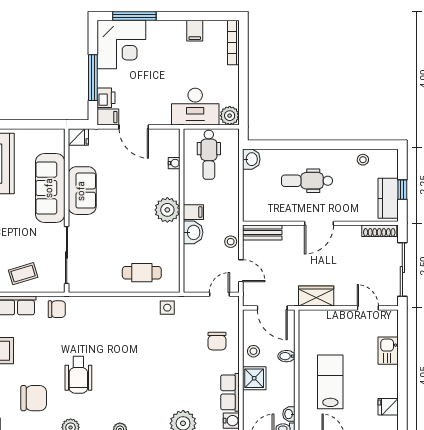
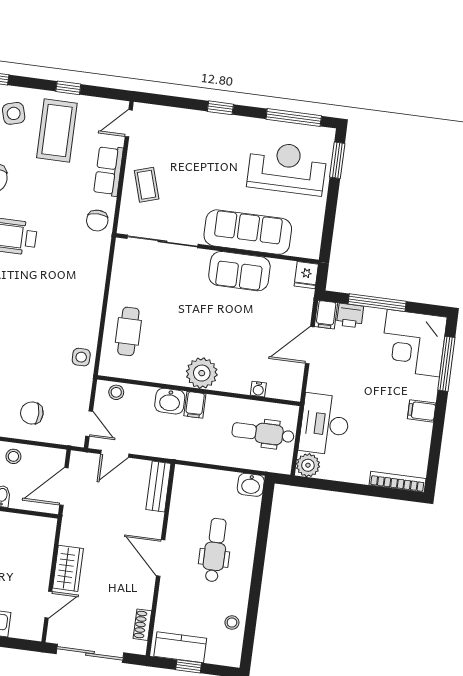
filing cabinet: (195, 31) -> (422, 411), moved
shoe rack: (379, 231) -> (142, 625), width x0.70
stool: (231, 242) -> (116, 392), moved
wardrobe: (316, 296) -> (68, 568), moved

